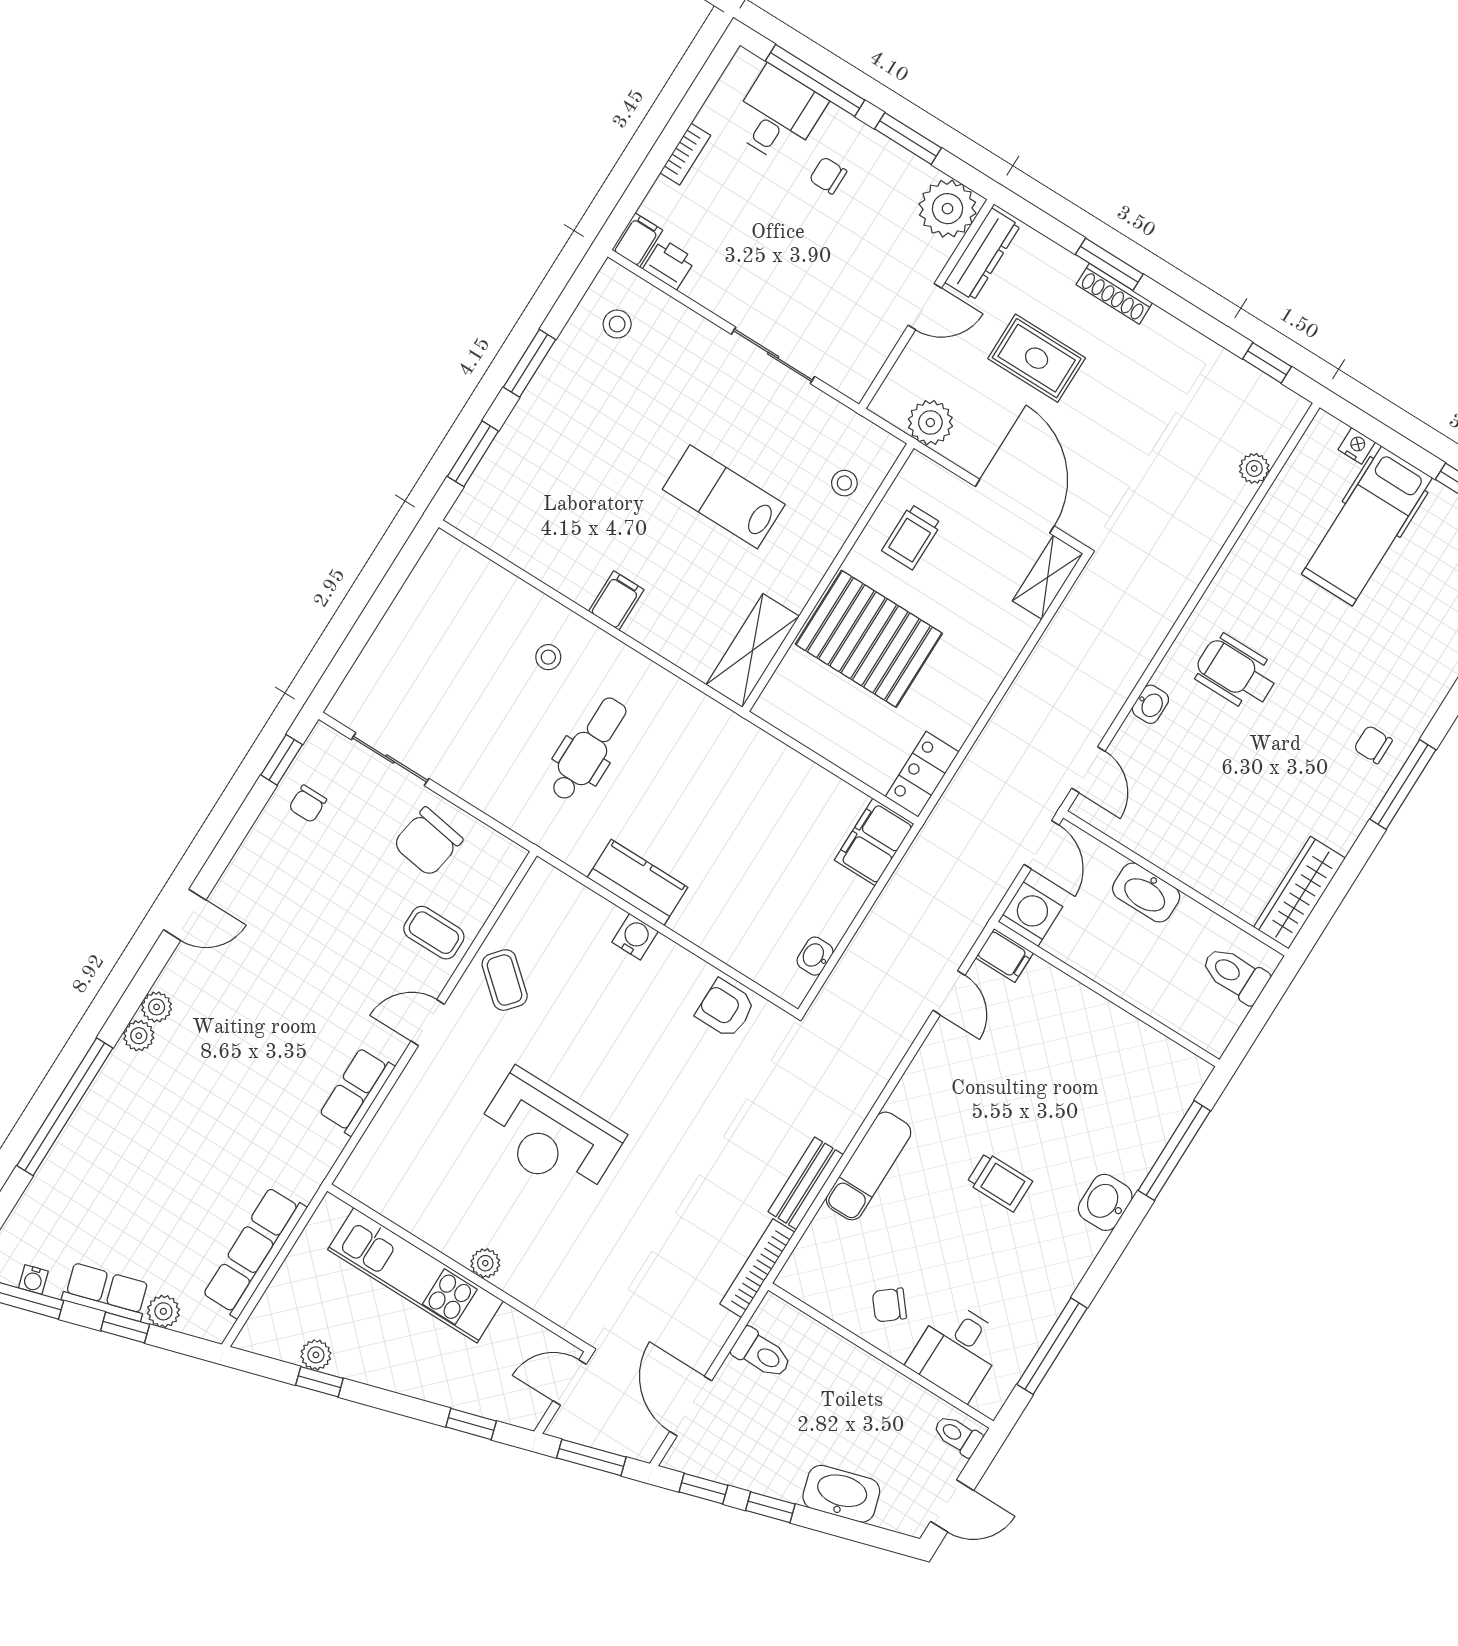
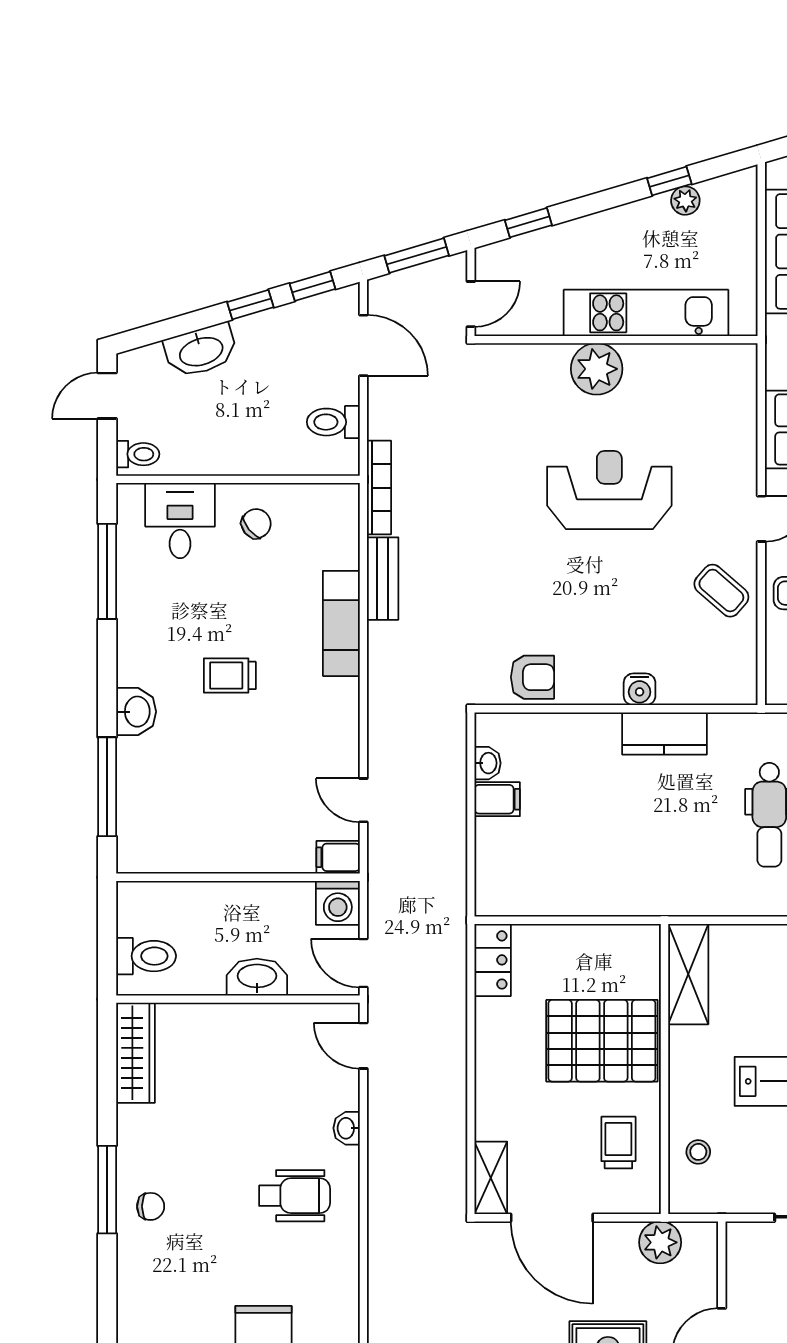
filing cabinet: (874, 842) -> (497, 799), moved, width x0.50
plant: (485, 1263) -> (597, 369), width x1.88, depth x1.88

